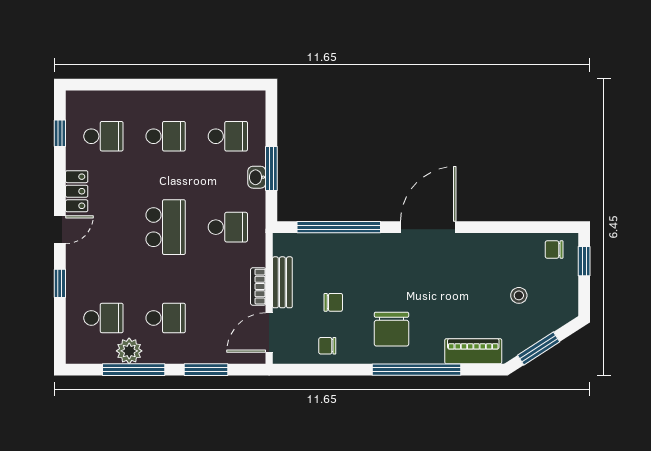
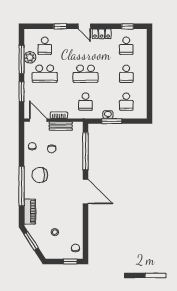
school desk: (166, 318) -> (45, 74), width x1.85

